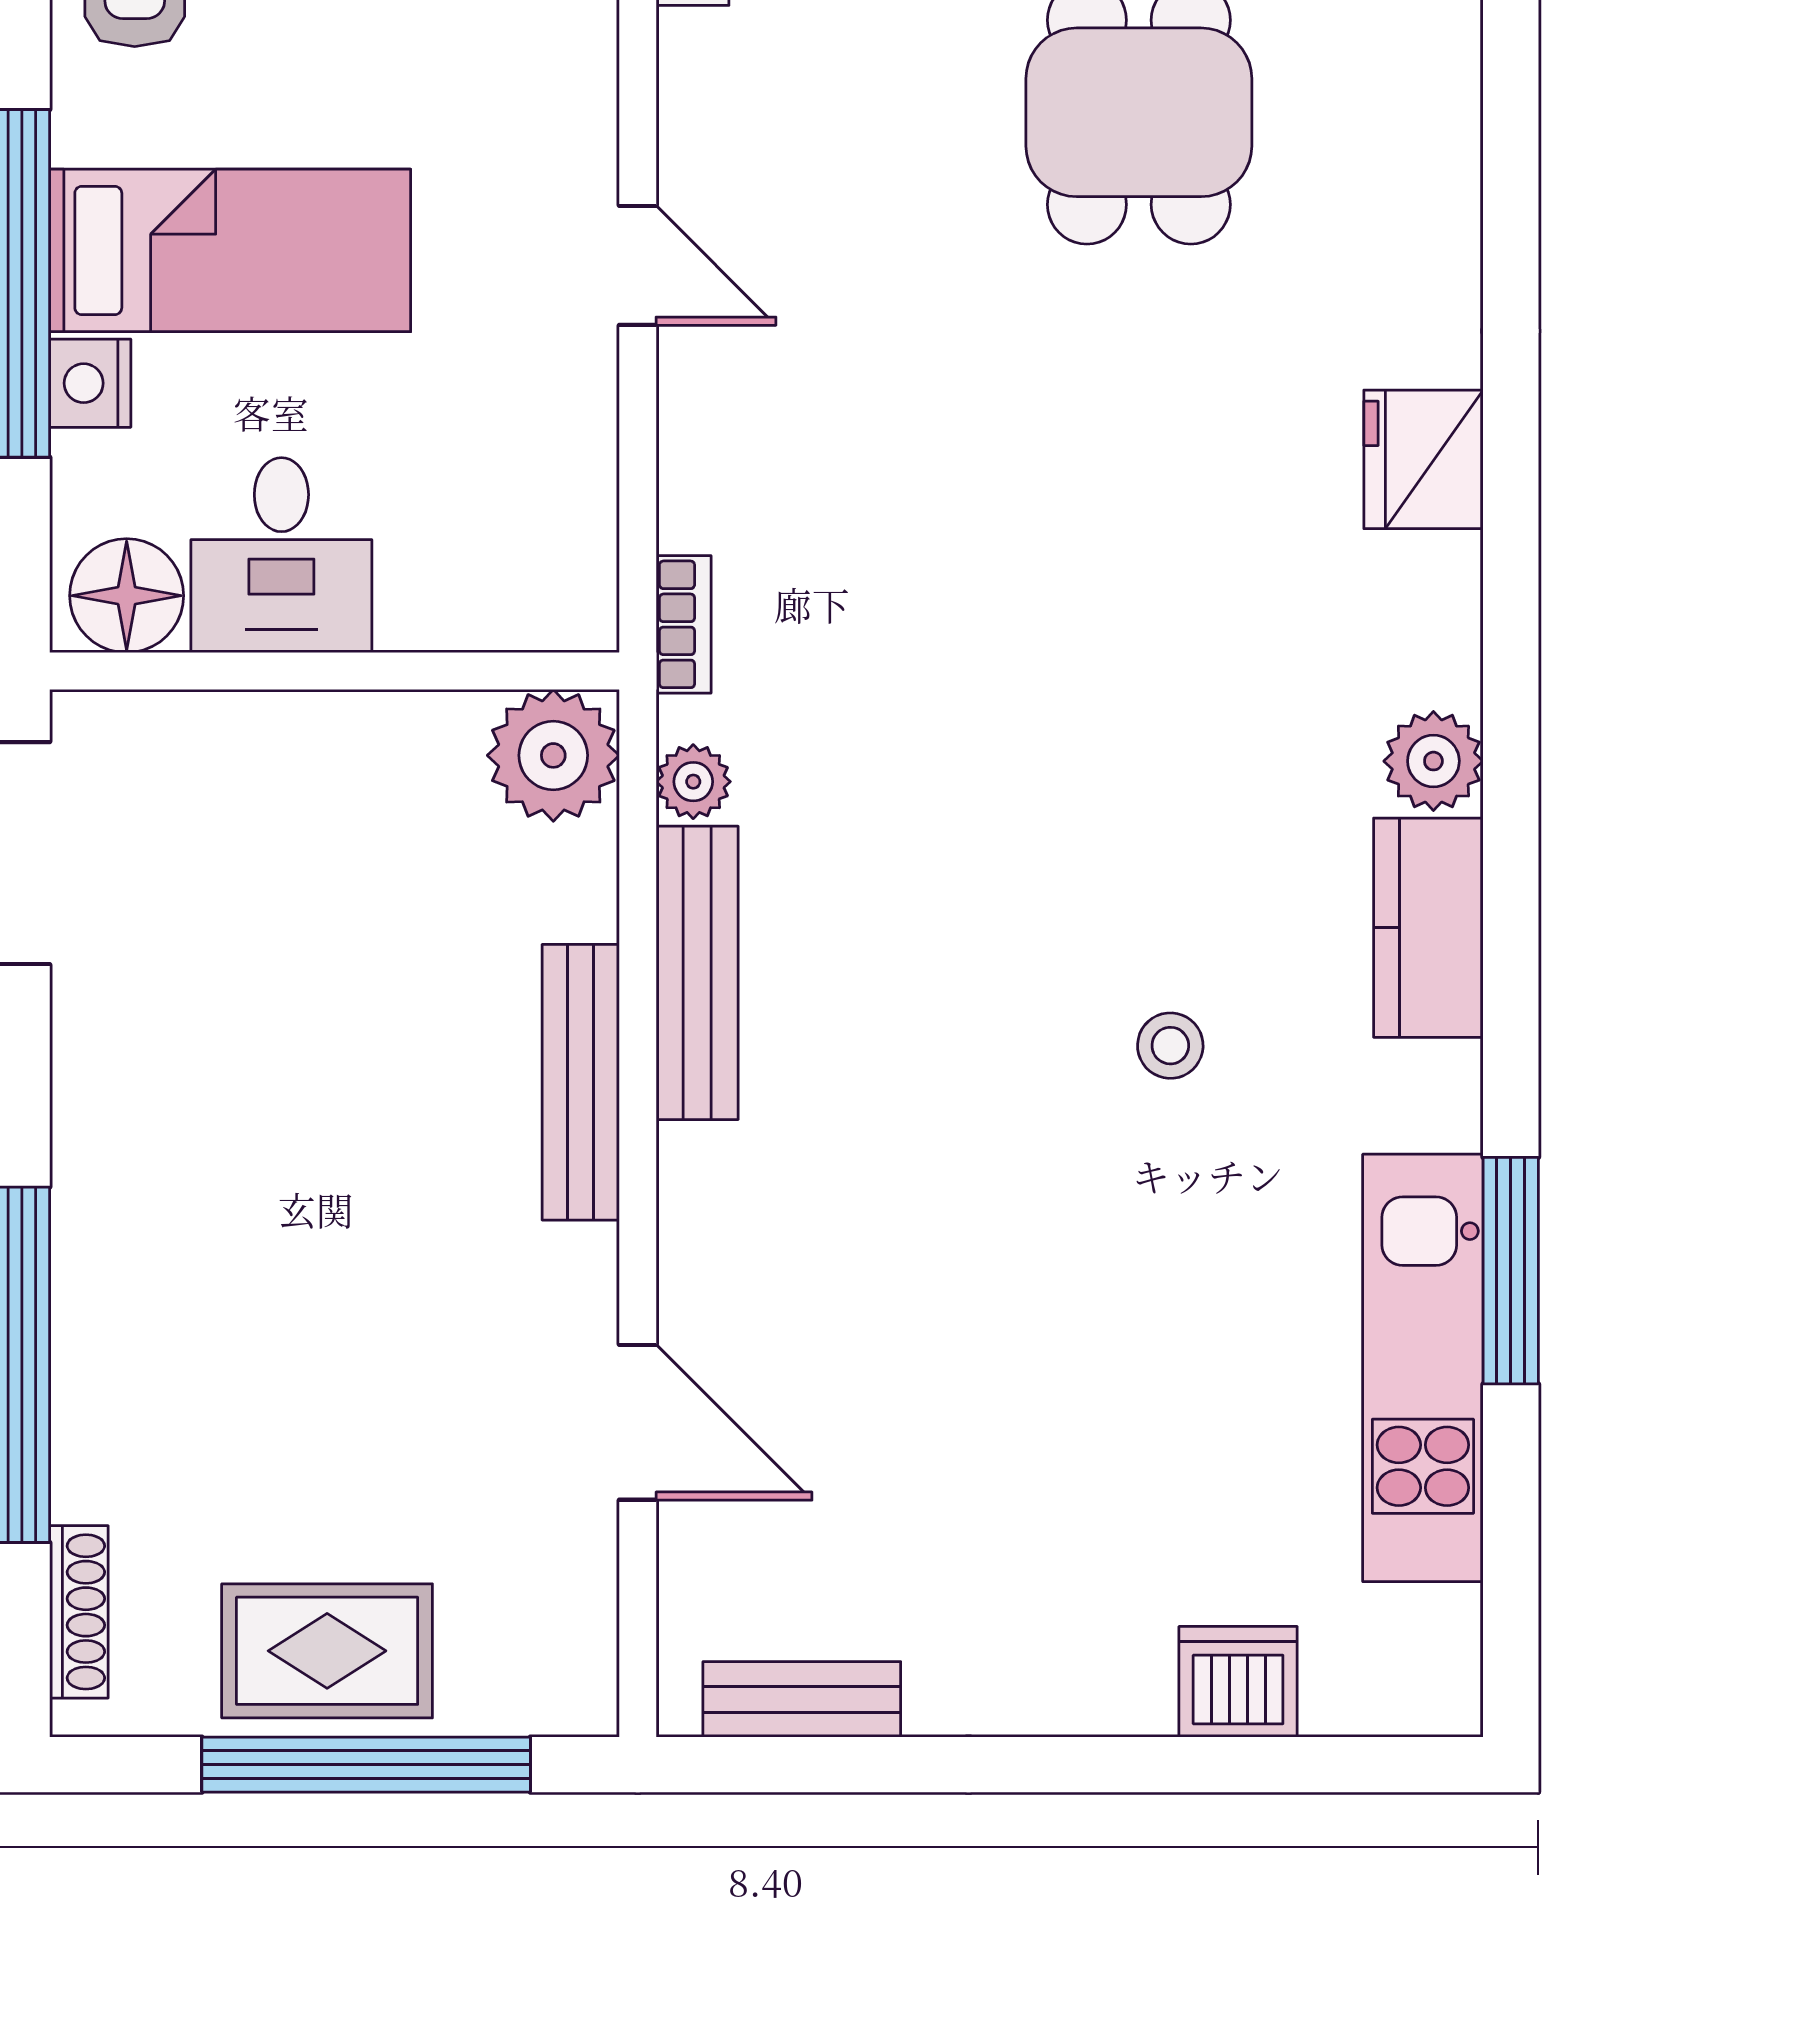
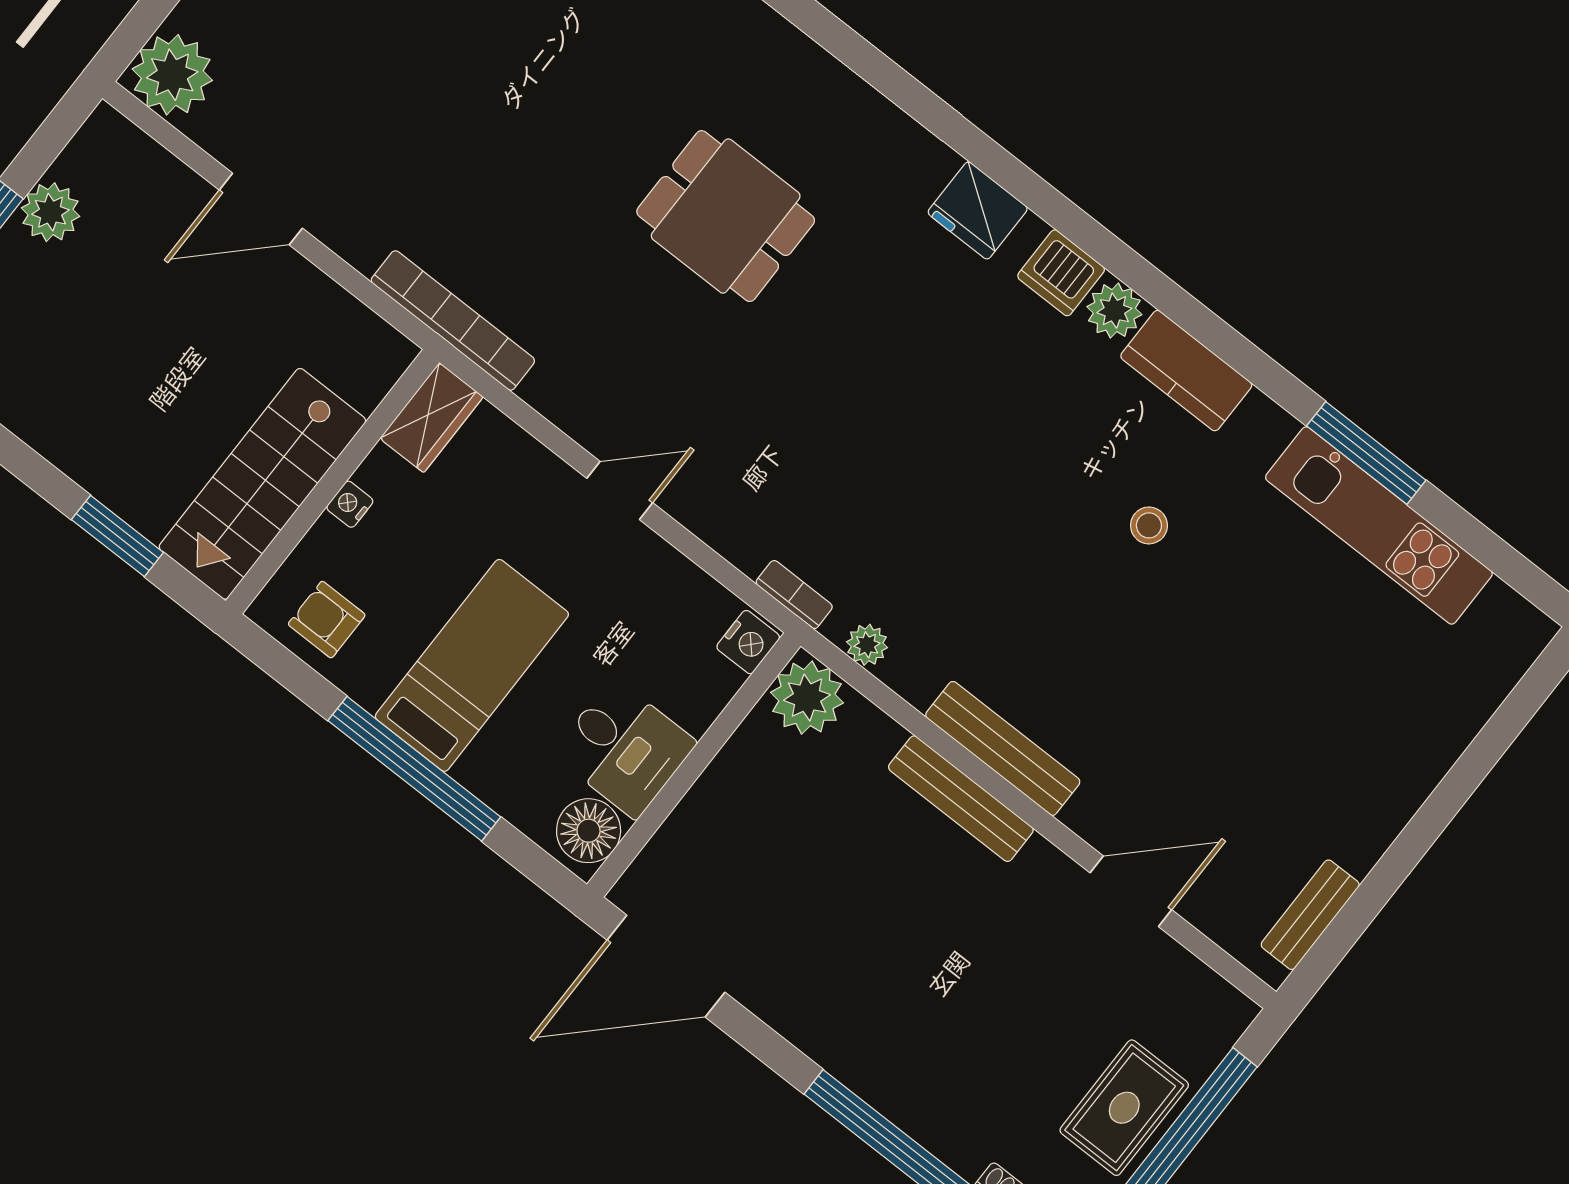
nightstand: (90, 383) -> (748, 642), moved, turned -90
bench: (697, 973) -> (1003, 748), moved
dishwasher: (1238, 1682) -> (1061, 273), moved, turned -90

